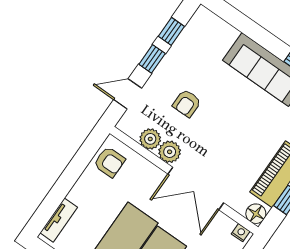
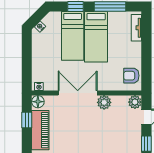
armchair: (187, 103) -> (113, 133), removed
plant: (150, 139) -> (135, 102), moved

